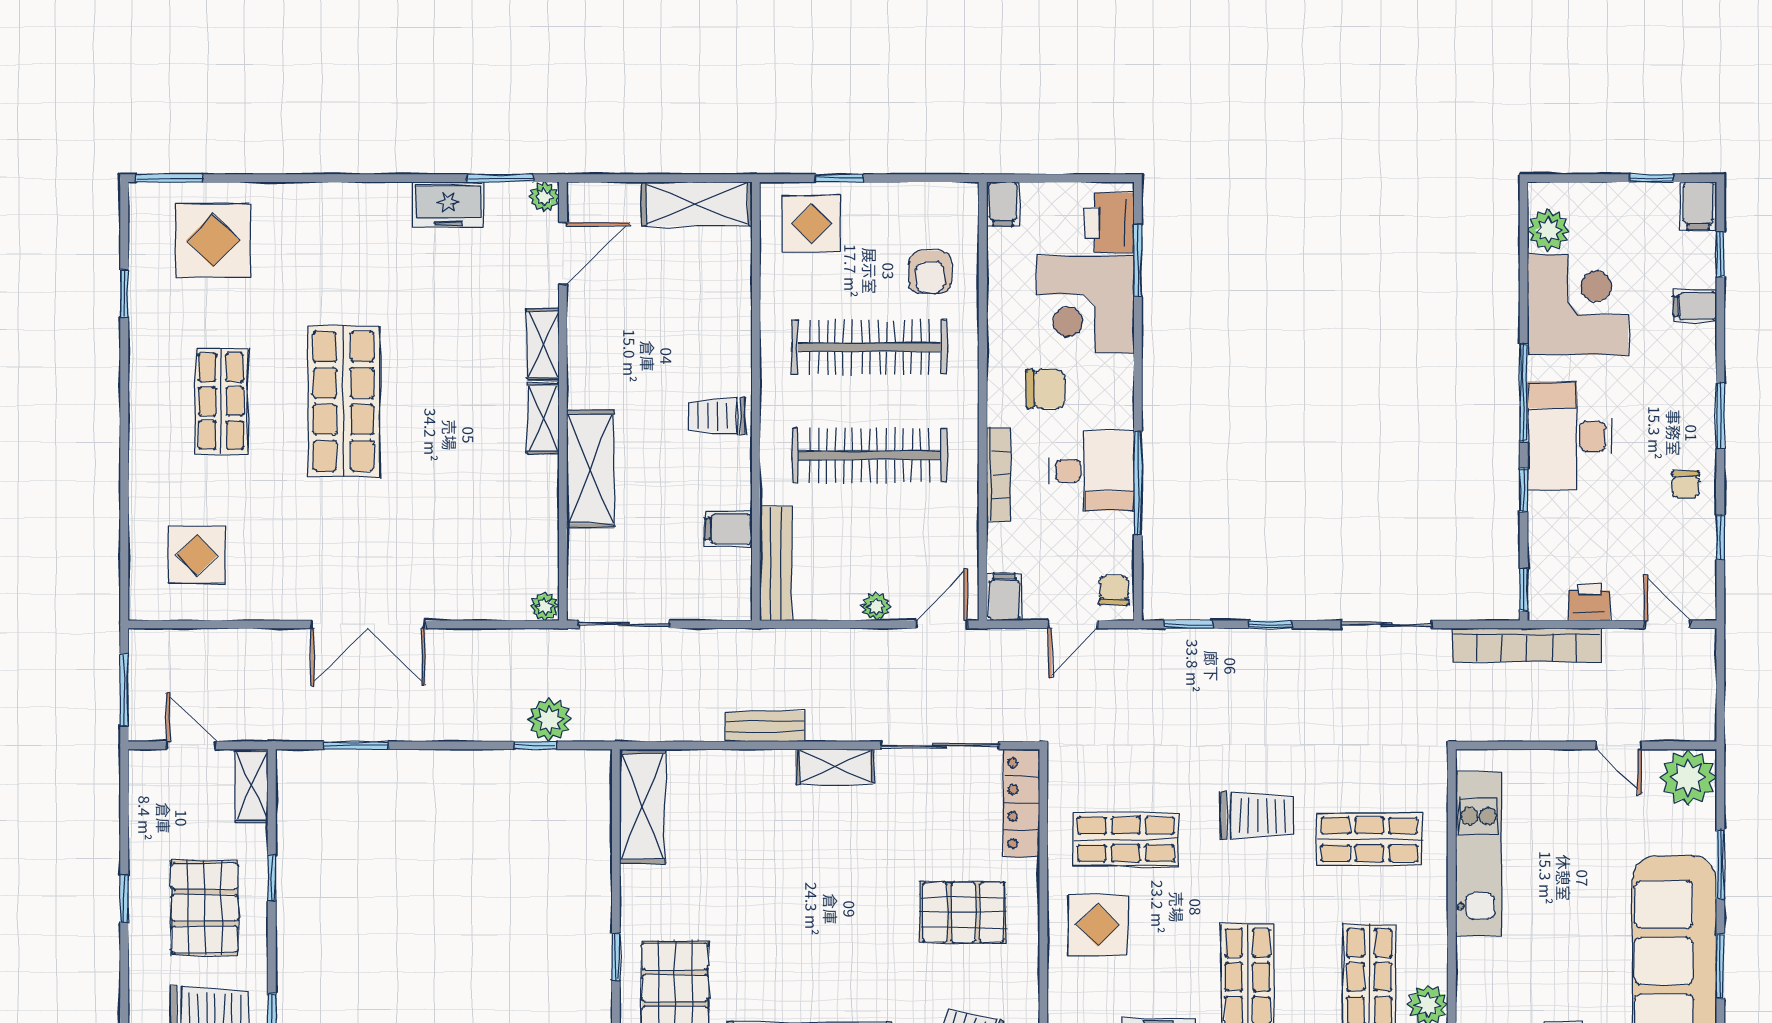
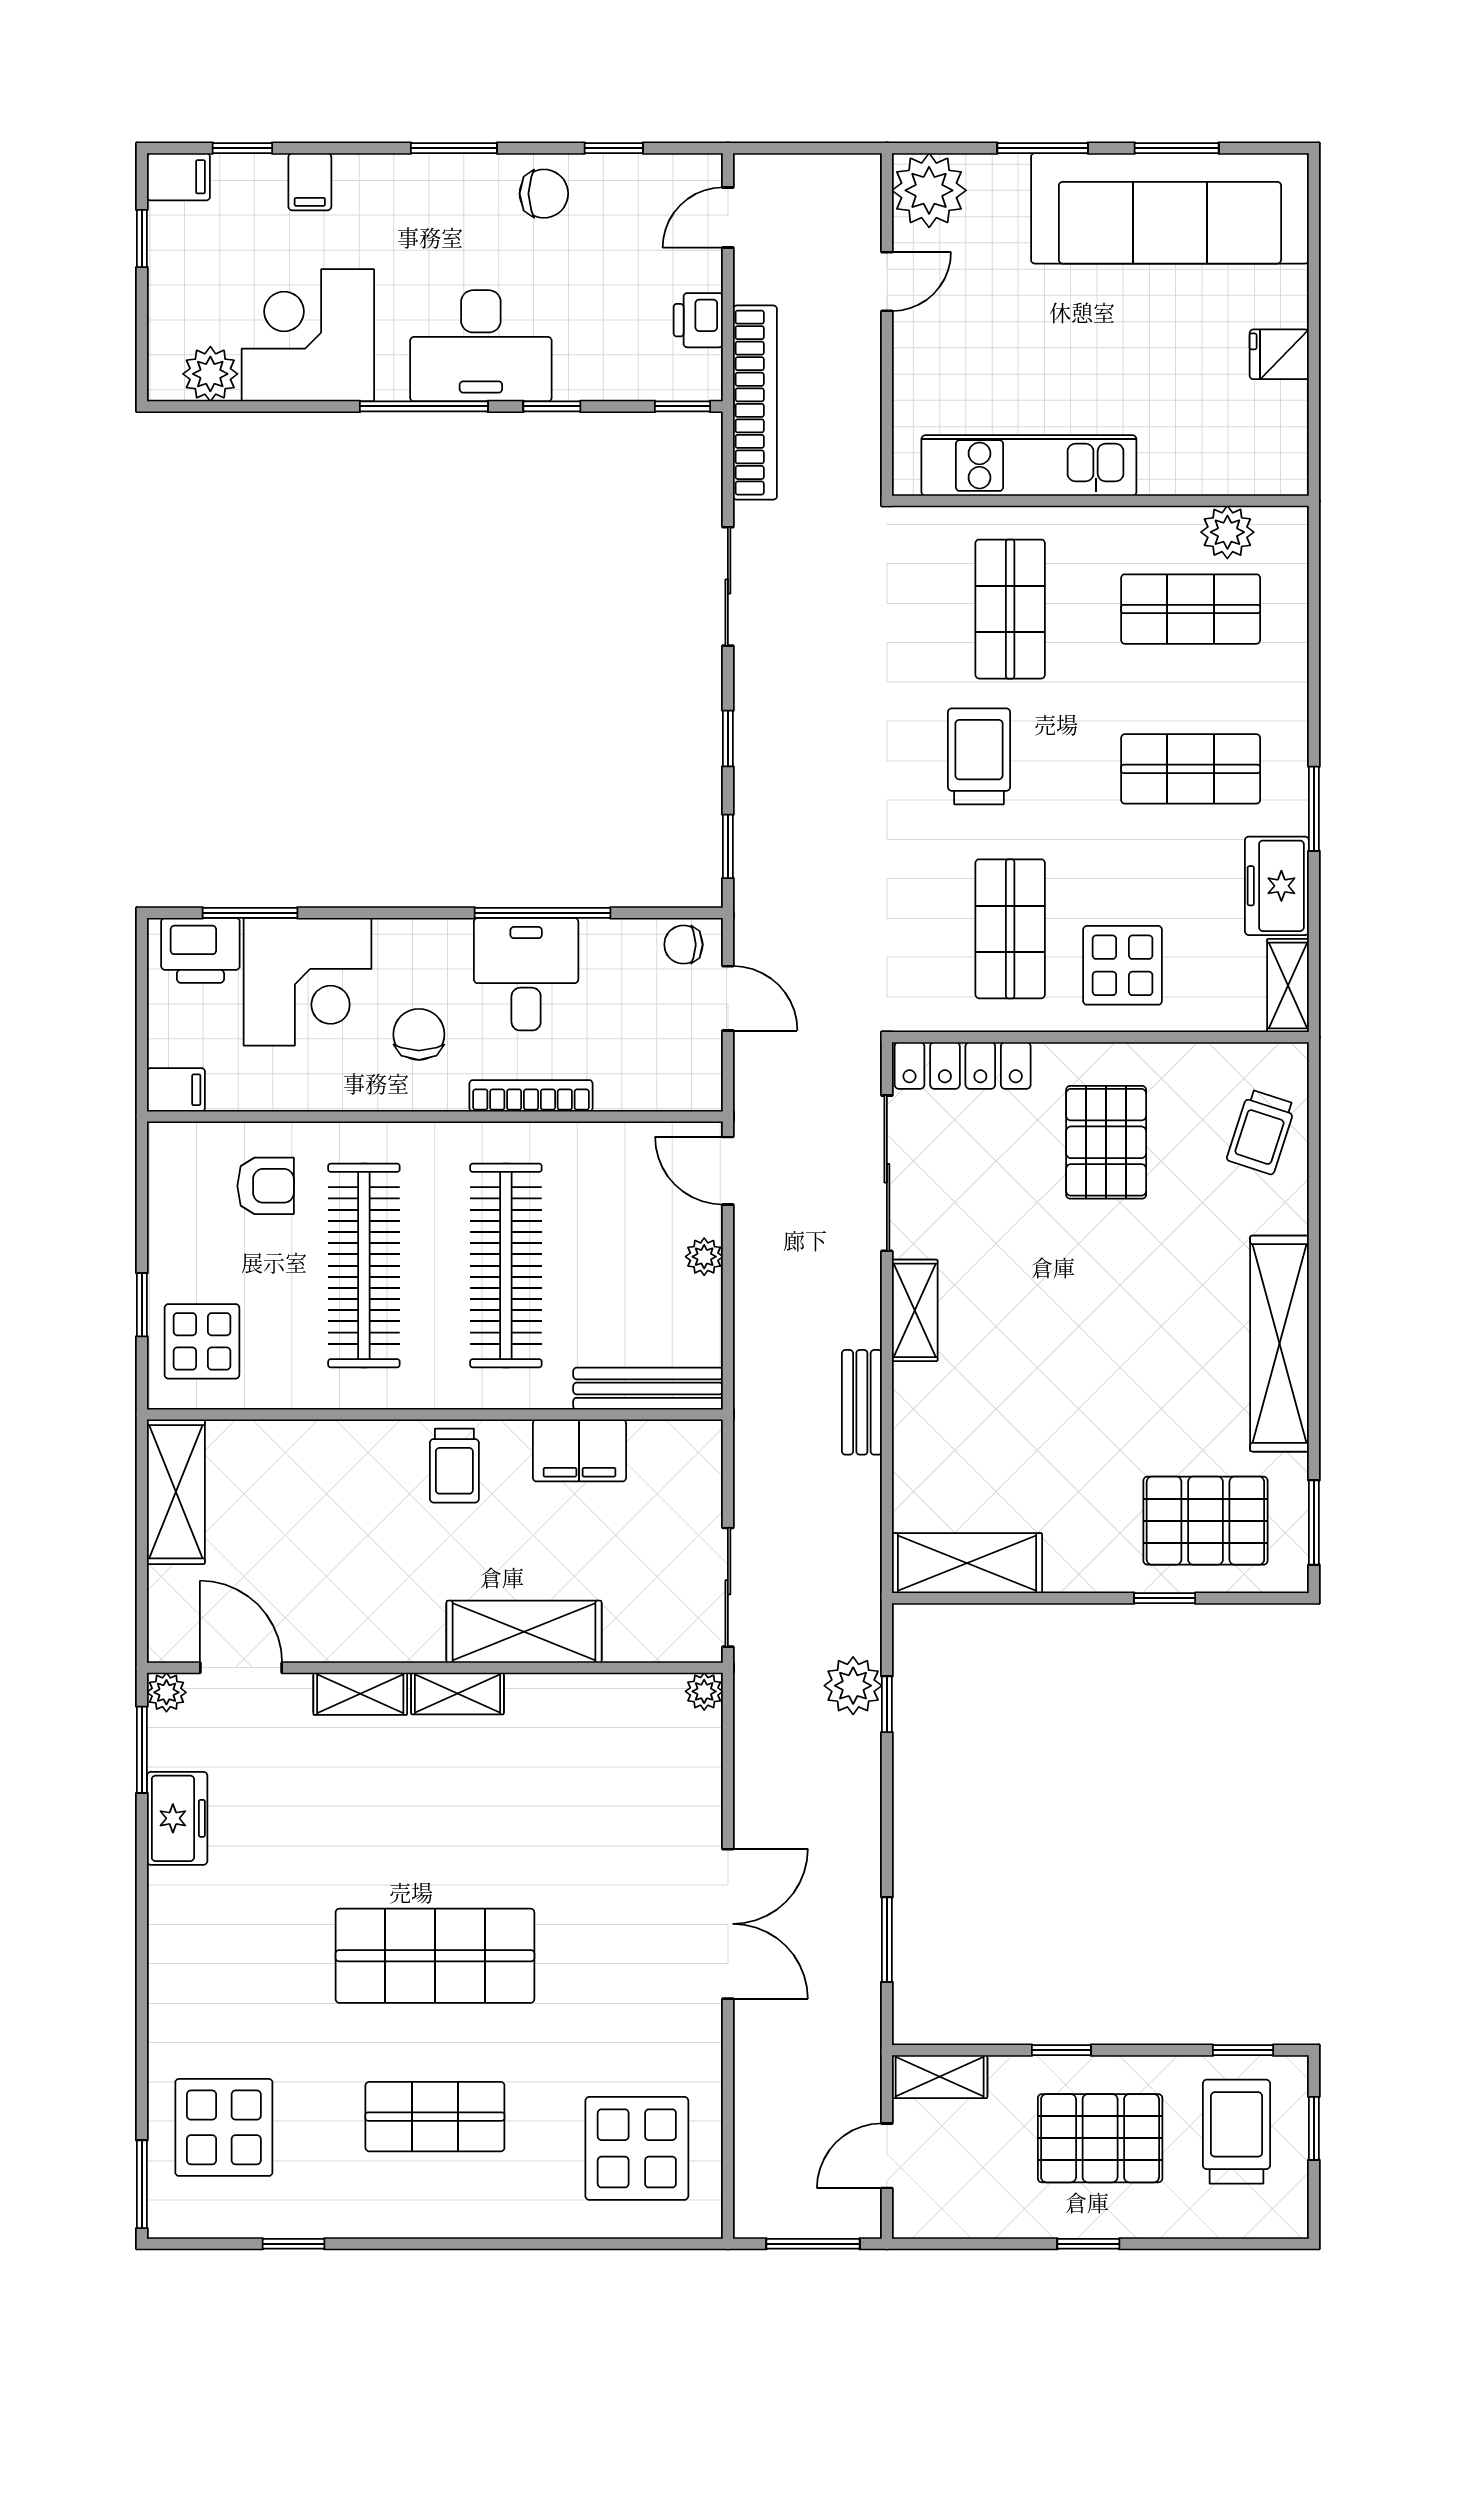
chair: (1686, 484) -> (544, 194), width x1.37, depth x1.37
filing cabinet: (728, 529) -> (579, 1450), width x2.00
display table: (197, 555) -> (637, 2148), width x1.36, depth x1.36
filing cabinet: (1004, 597) -> (692, 1088), removed

